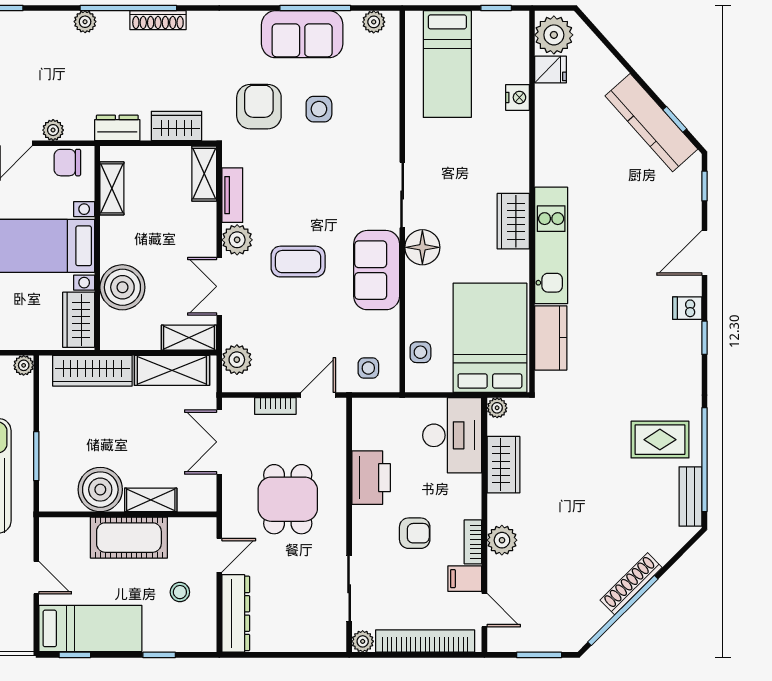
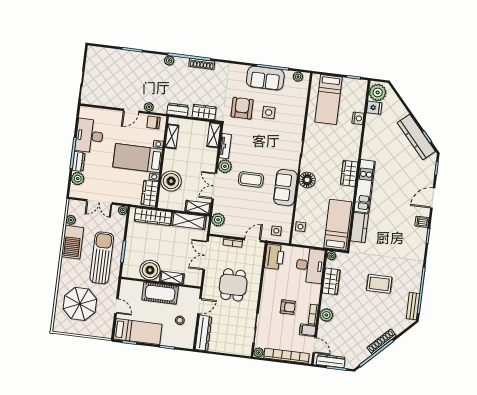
bed: (490, 338) -> (338, 225), width x0.67
rug: (660, 440) -> (379, 284), moved
printer: (371, 478) -> (274, 257), moved
dresser: (524, 640) -> (331, 361), added

